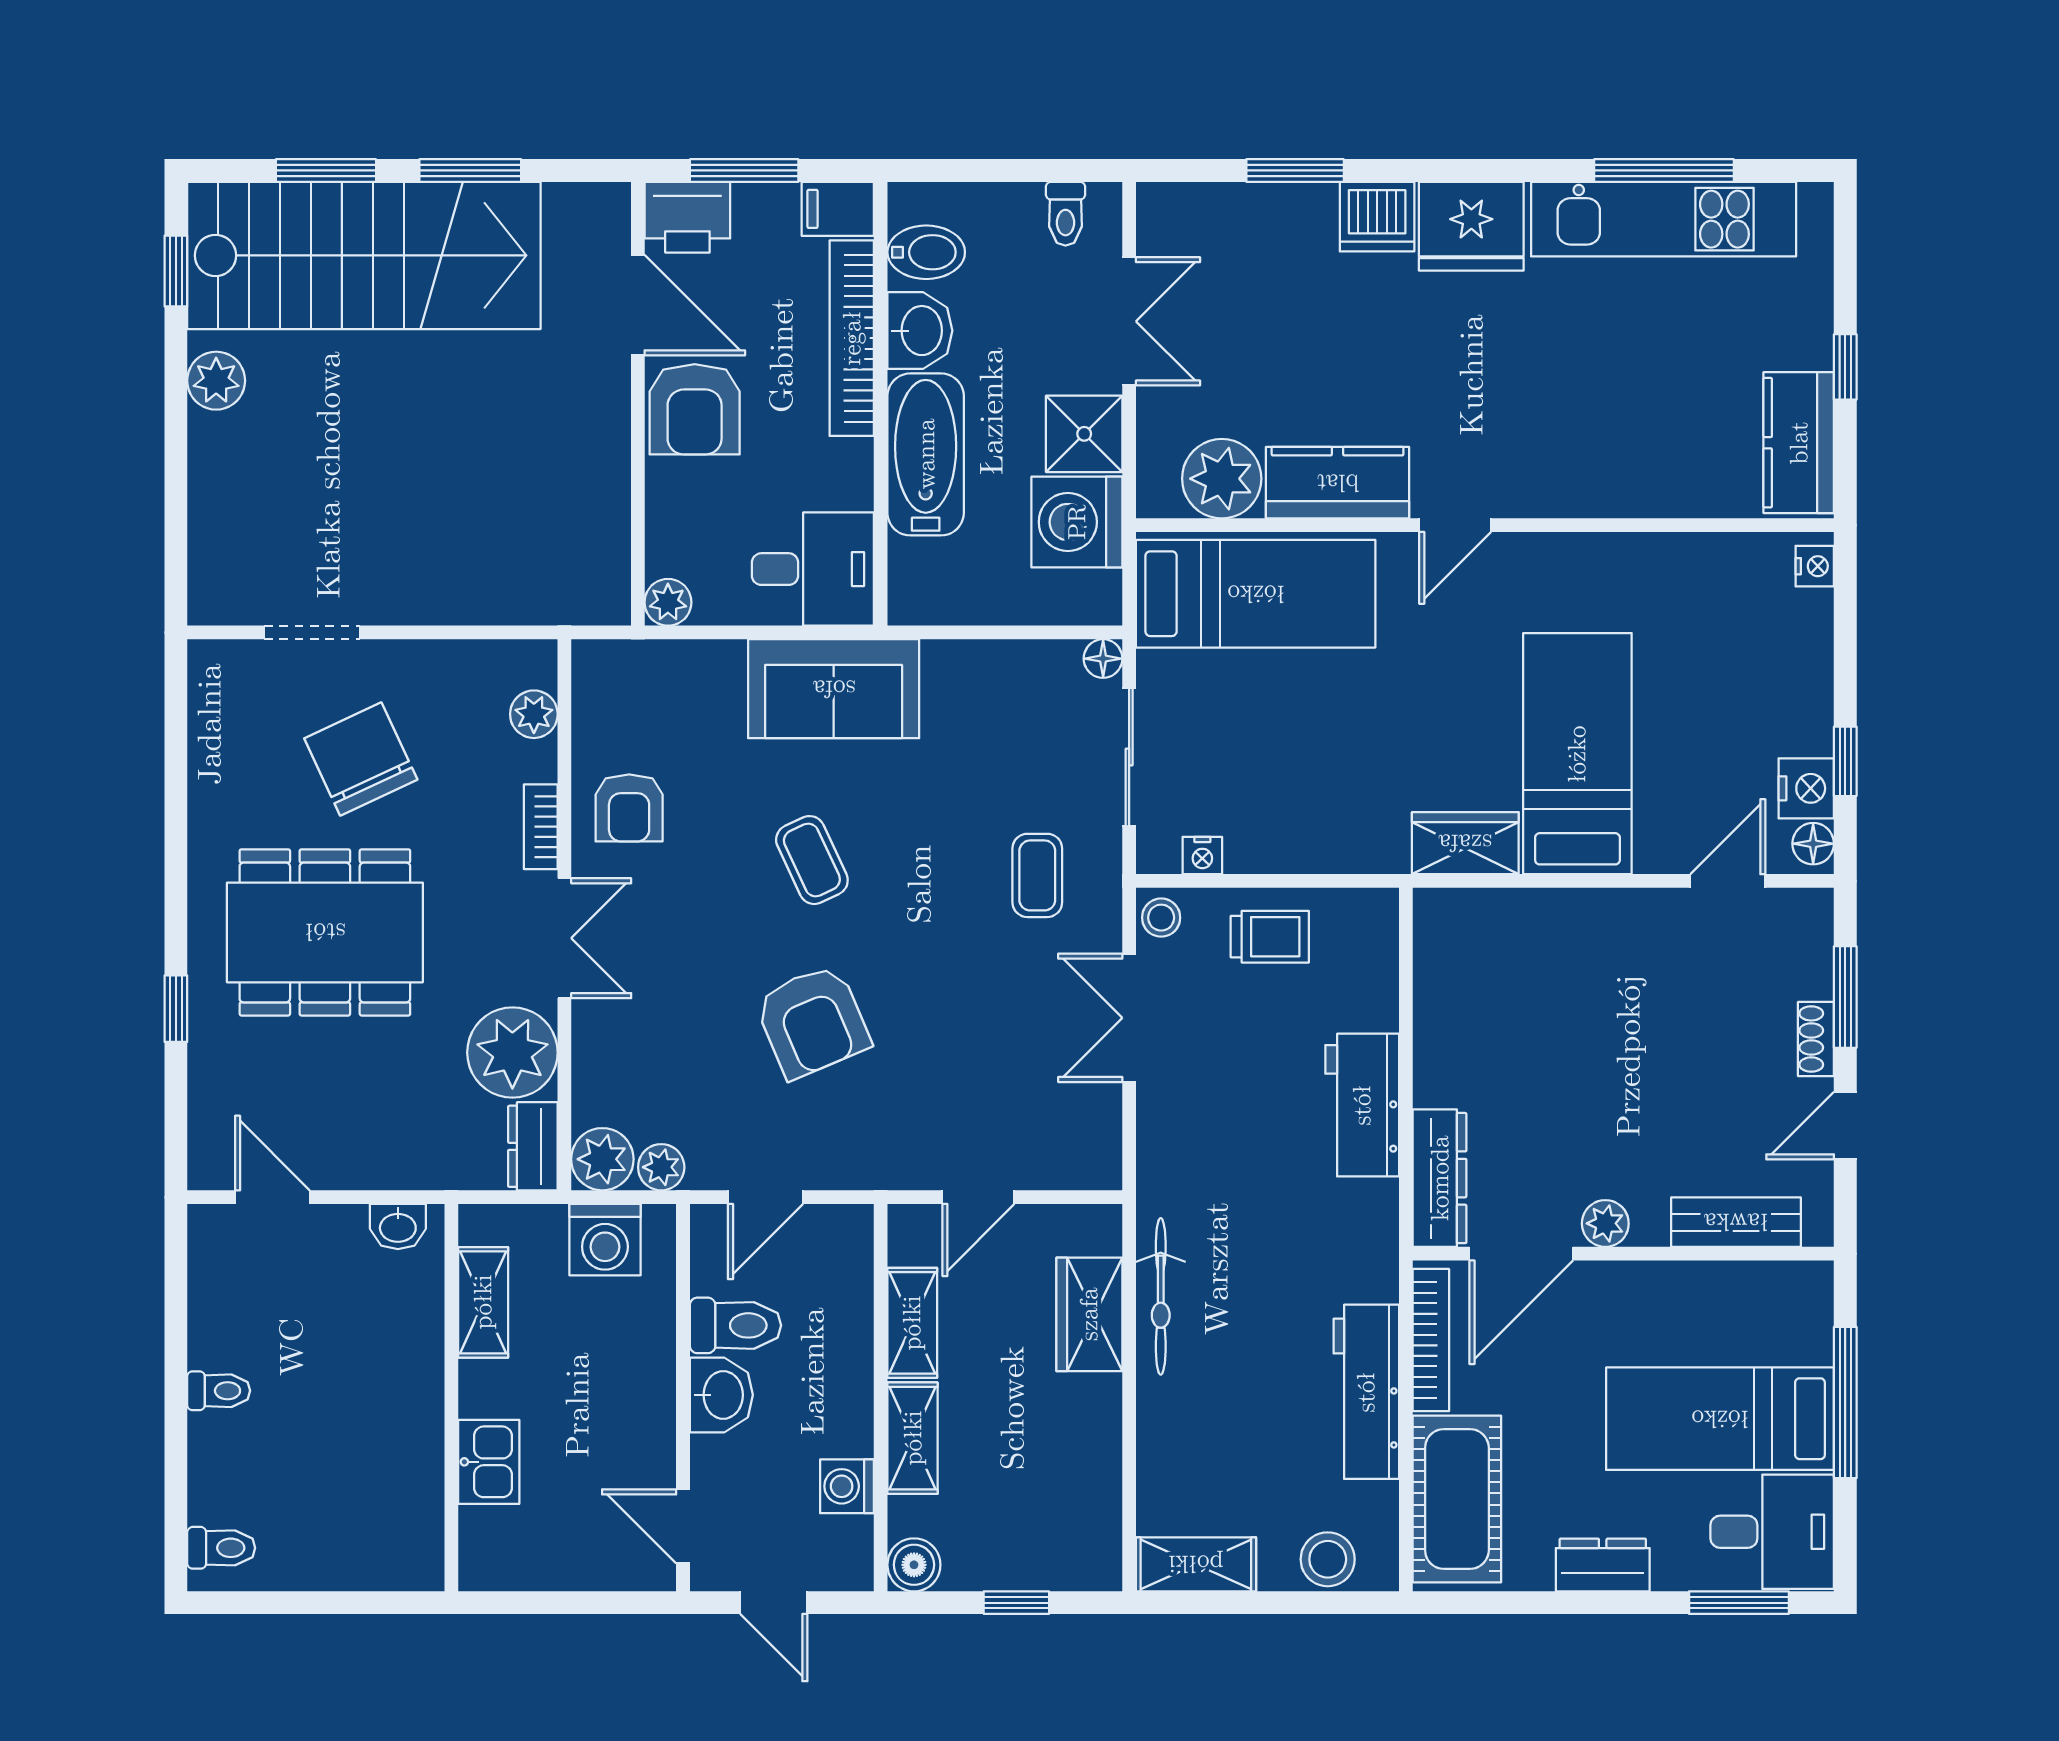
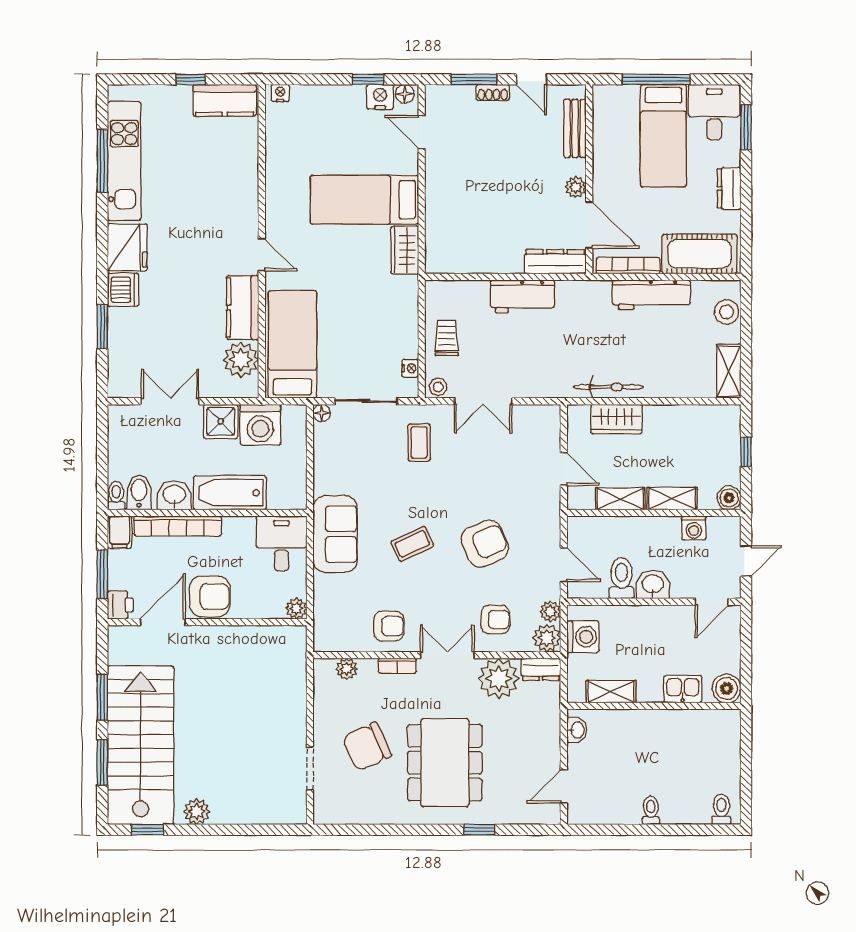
toilet: (1065, 214) -> (116, 496), moved, turned -90
printer: (687, 217) -> (120, 605), width x0.73, depth x0.81
coffee table: (1037, 875) -> (419, 443), turned 90
armchair: (644, 1045) -> (495, 620), added
boiler: (490, 1559) -> (727, 688), added

